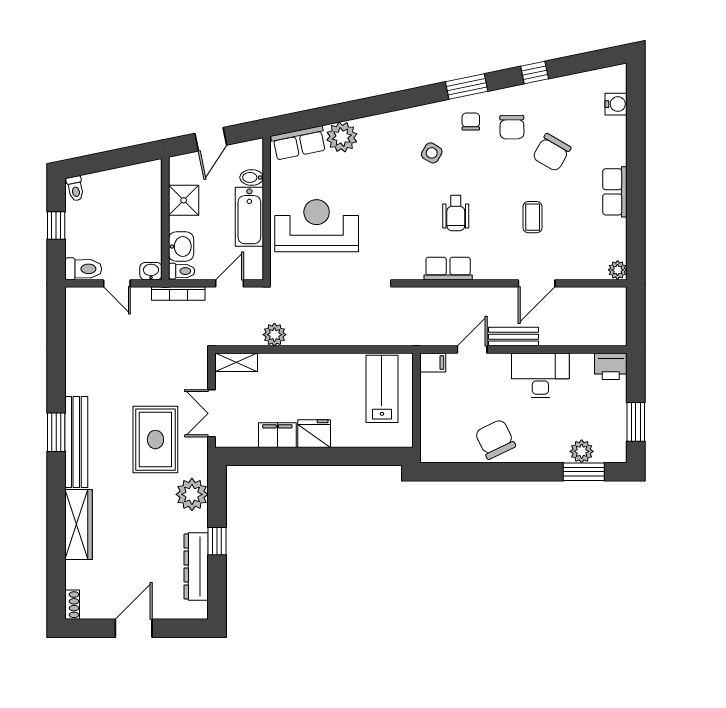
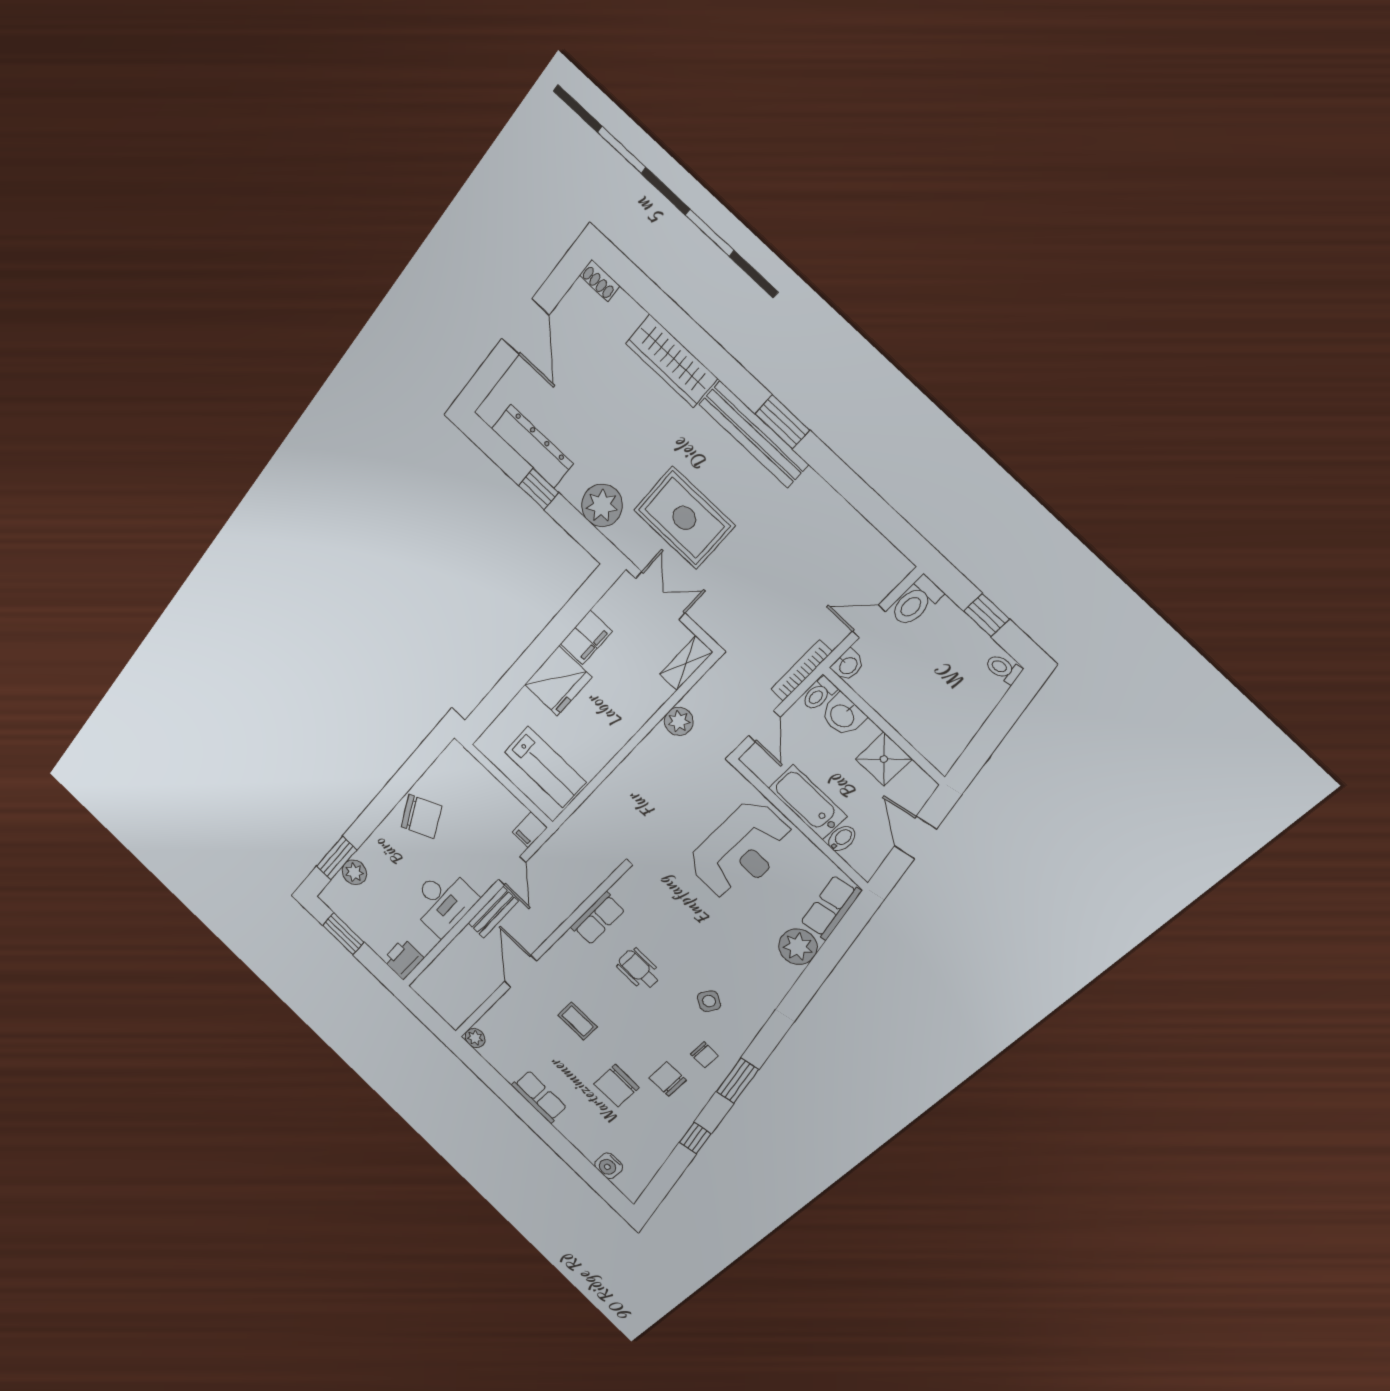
chair: (552, 153) -> (617, 1086), turned -120
fridge: (314, 434) -> (558, 681), width x1.36, depth x1.34

